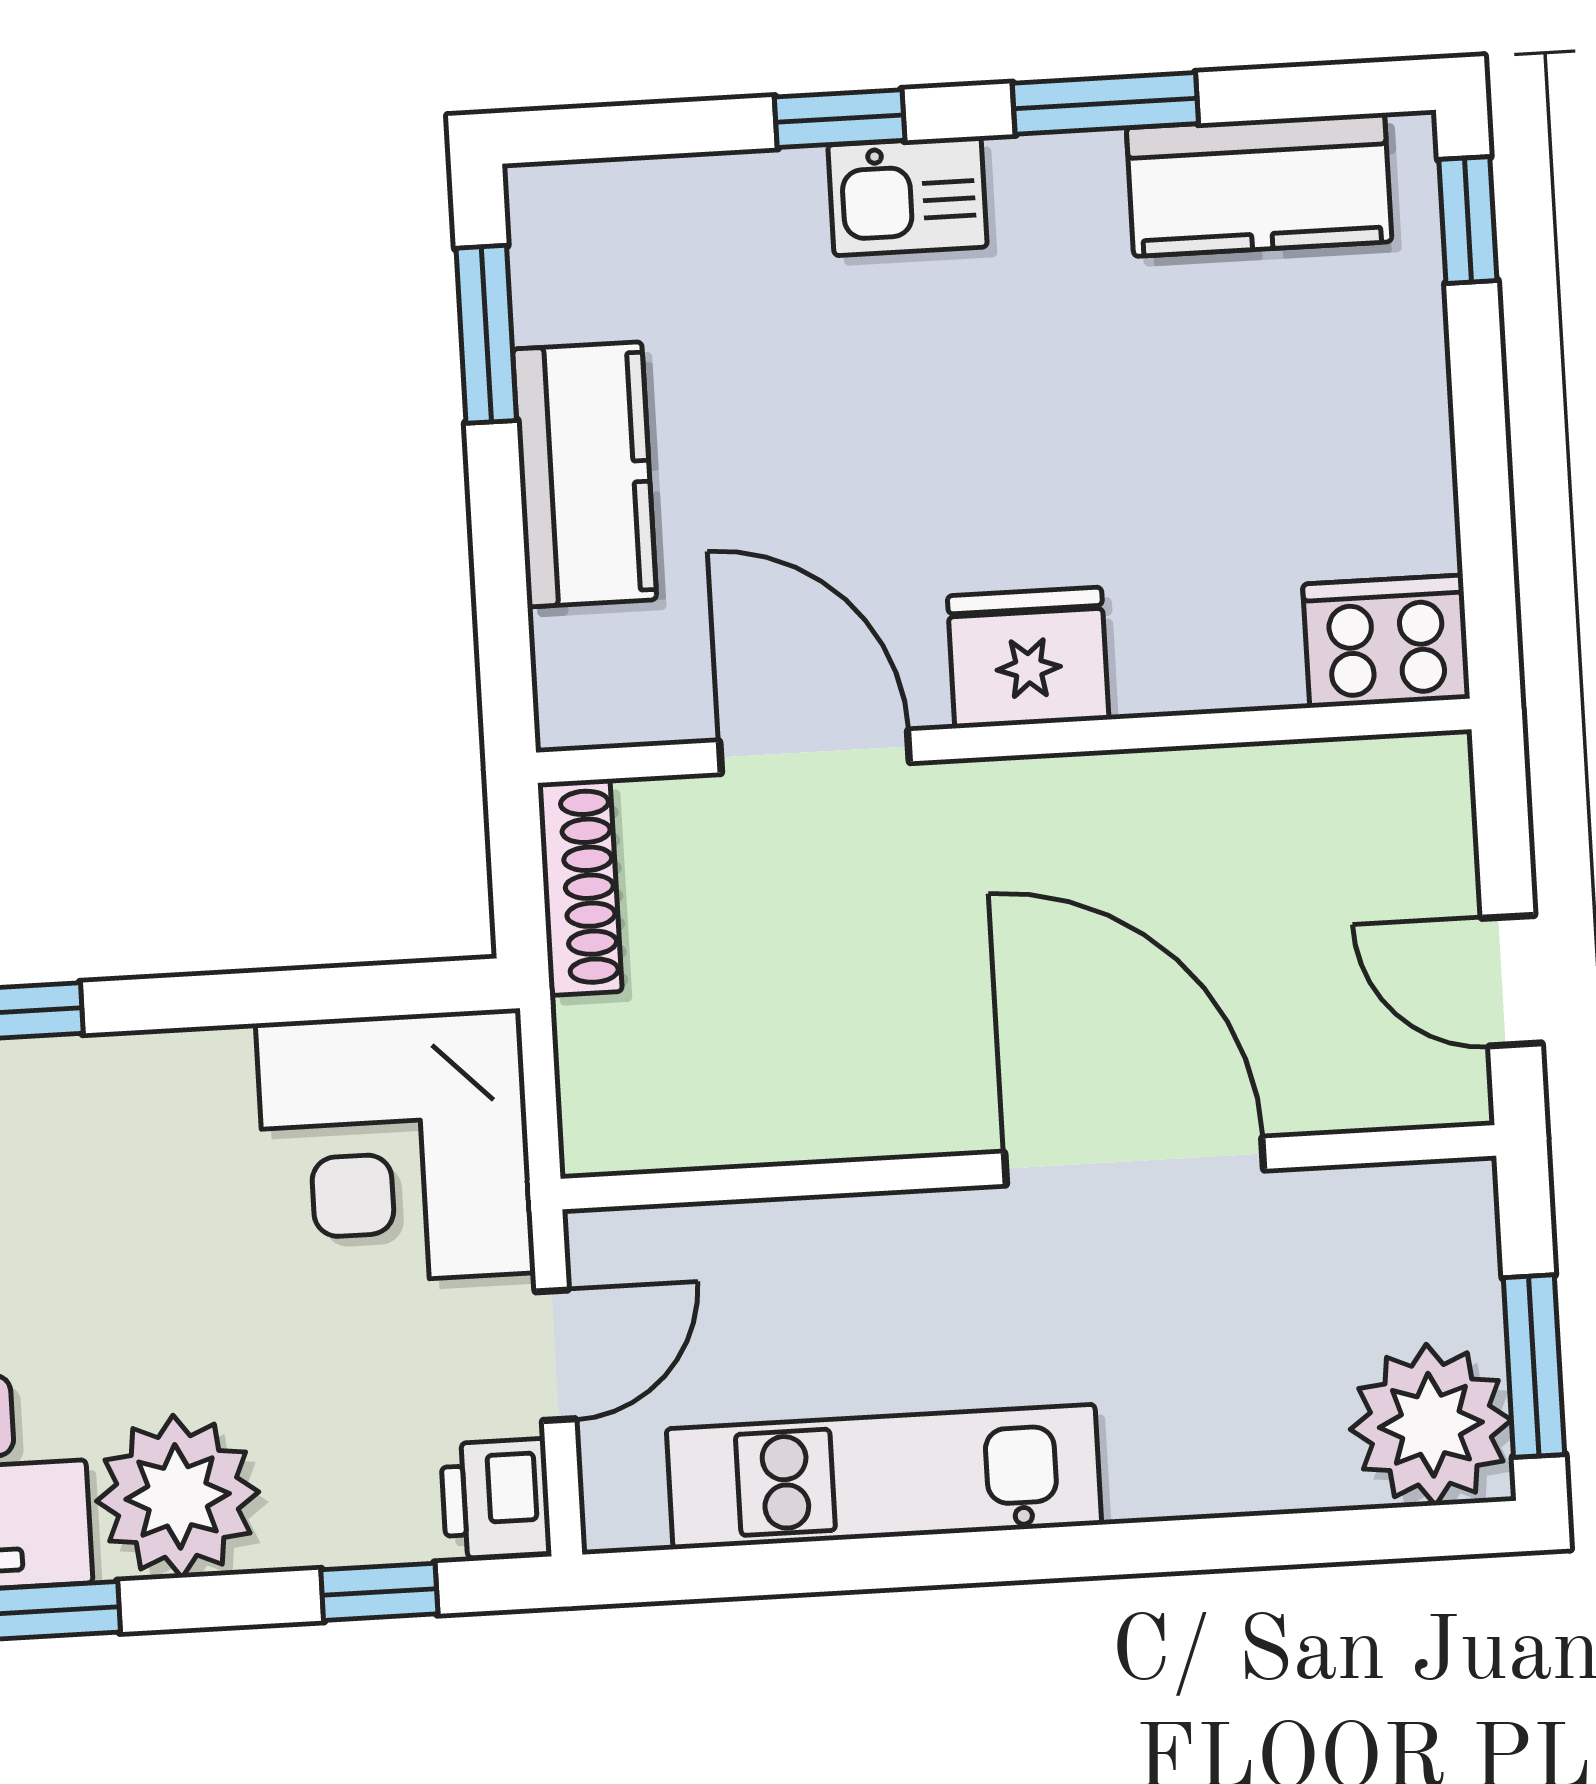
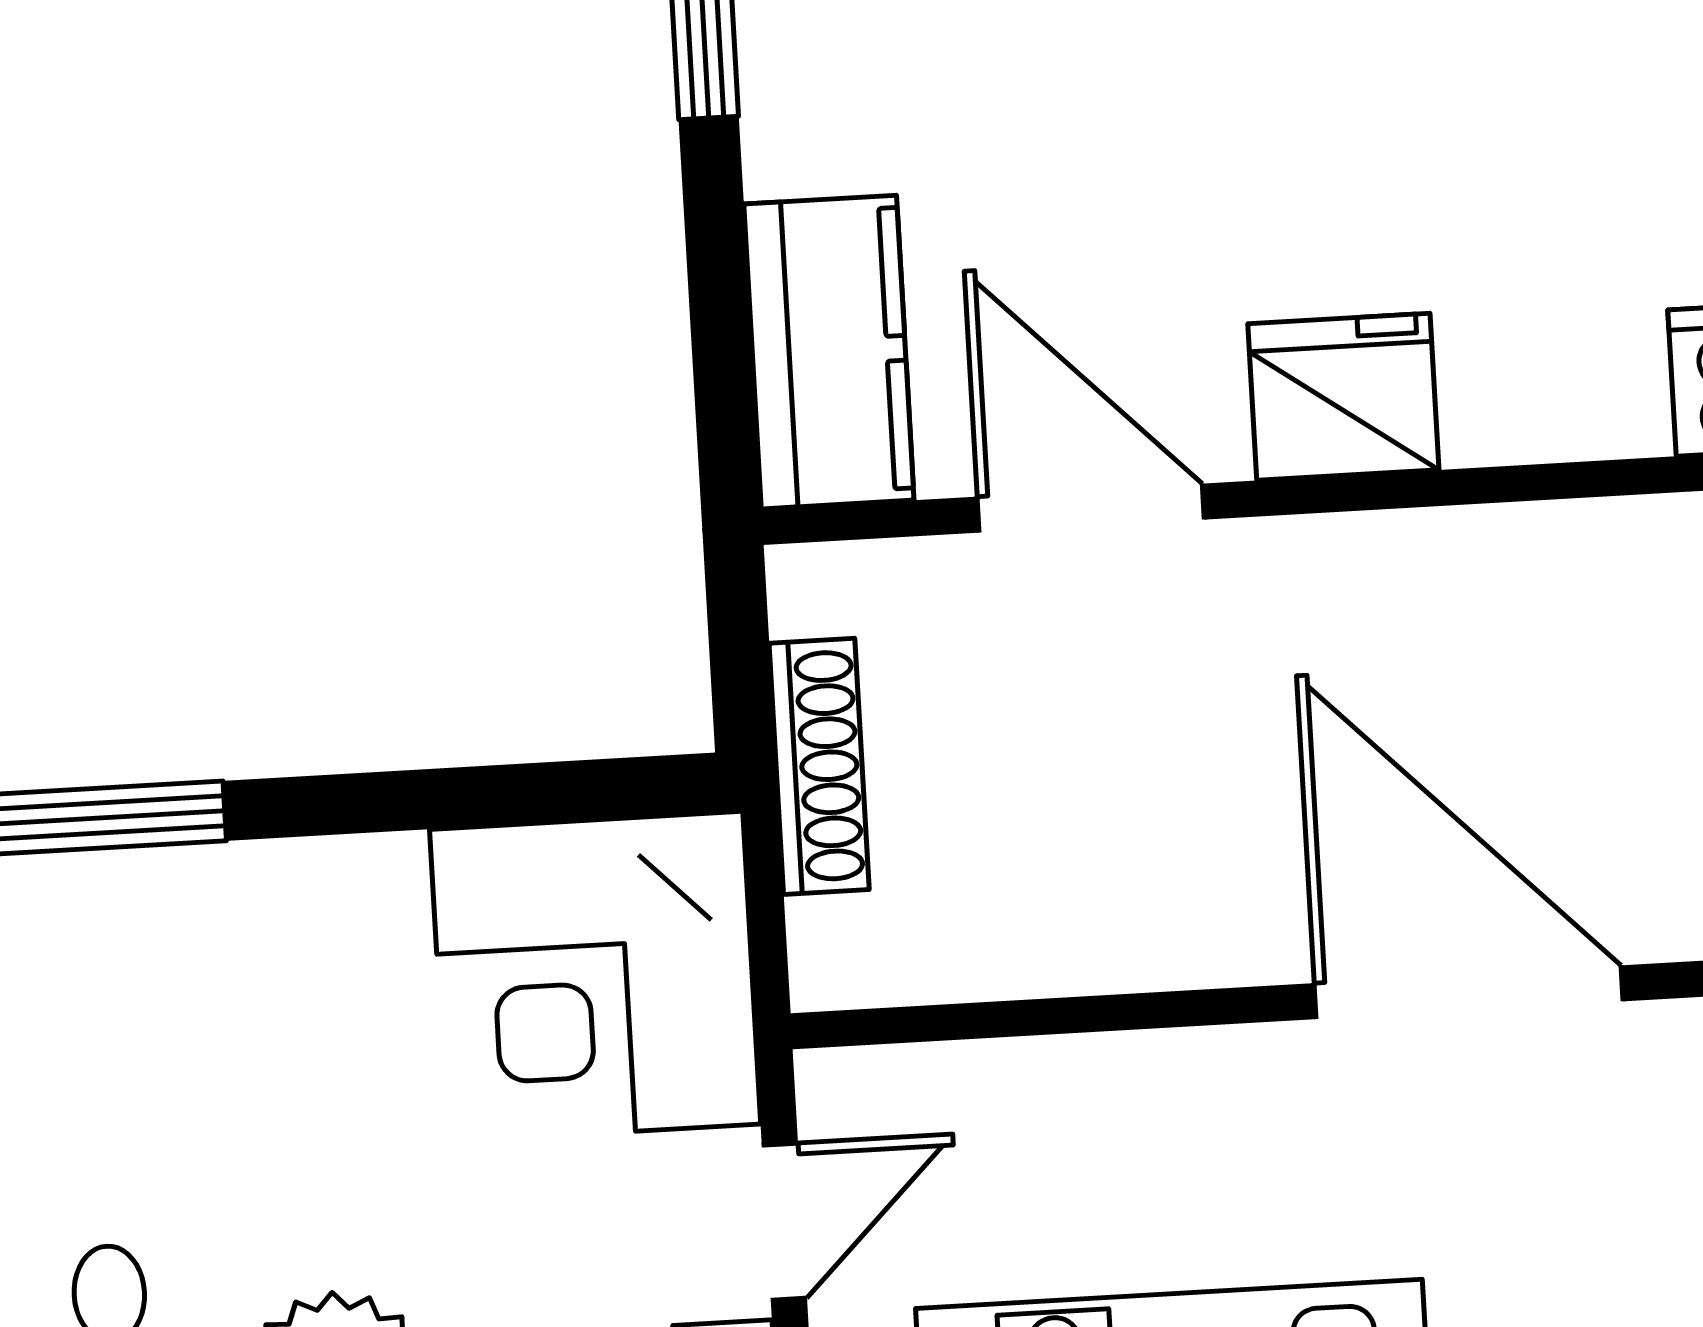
kitchen counter: (585, 474) -> (829, 352), moved
shoe rack: (580, 887) -> (819, 766), moved

